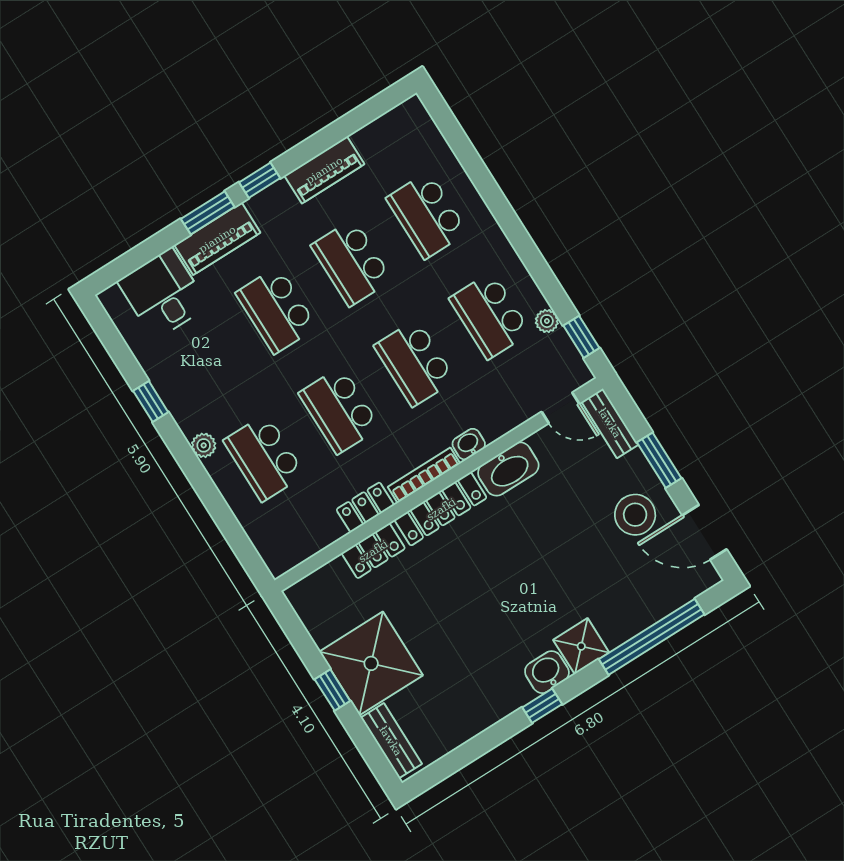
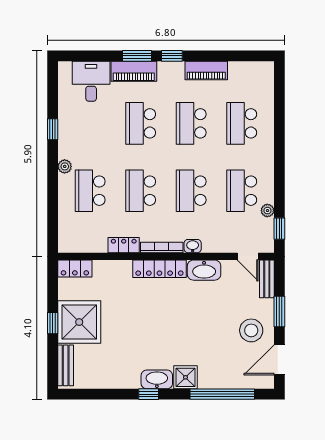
door: (704, 532) -> (279, 360), hinge flipped
locker: (373, 551) -> (75, 269), moved
washbasin: (547, 672) -> (157, 379), width x1.38

